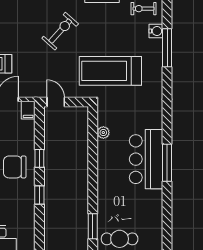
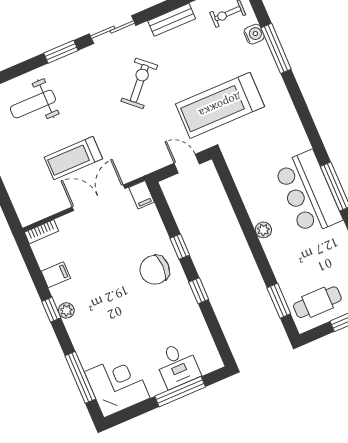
door: (56, 102) -> (187, 164), moved
plant: (103, 133) -> (263, 230), moved

